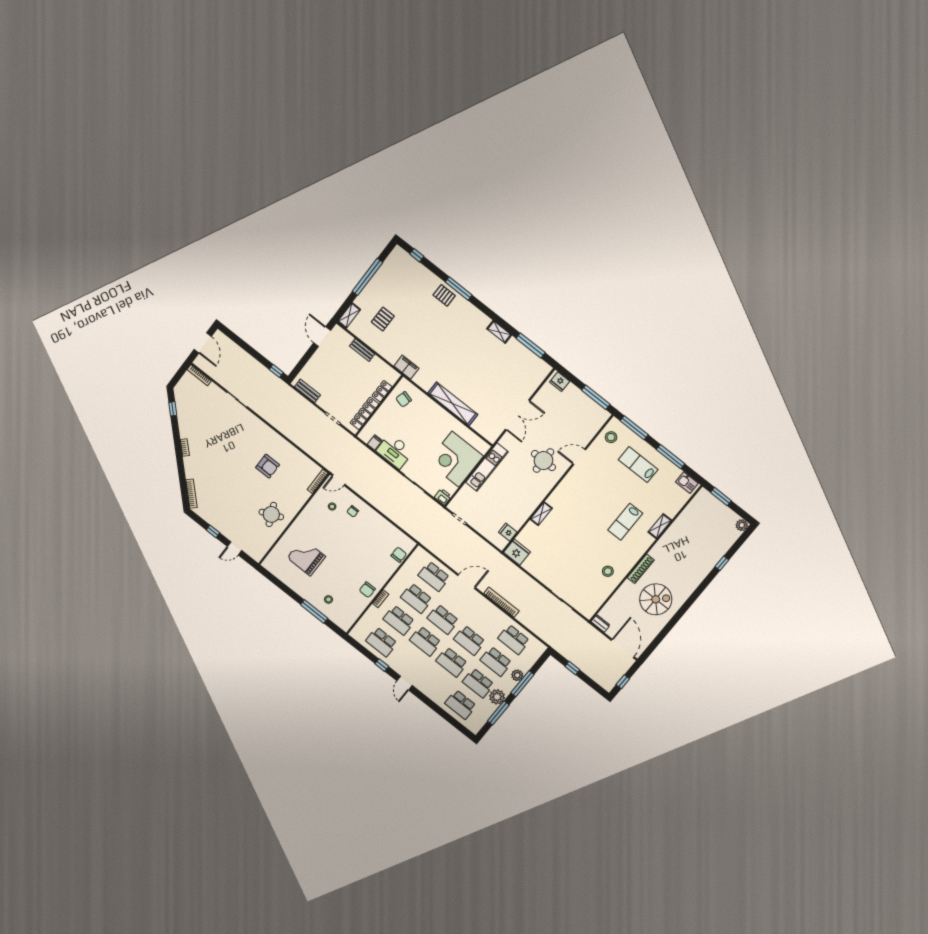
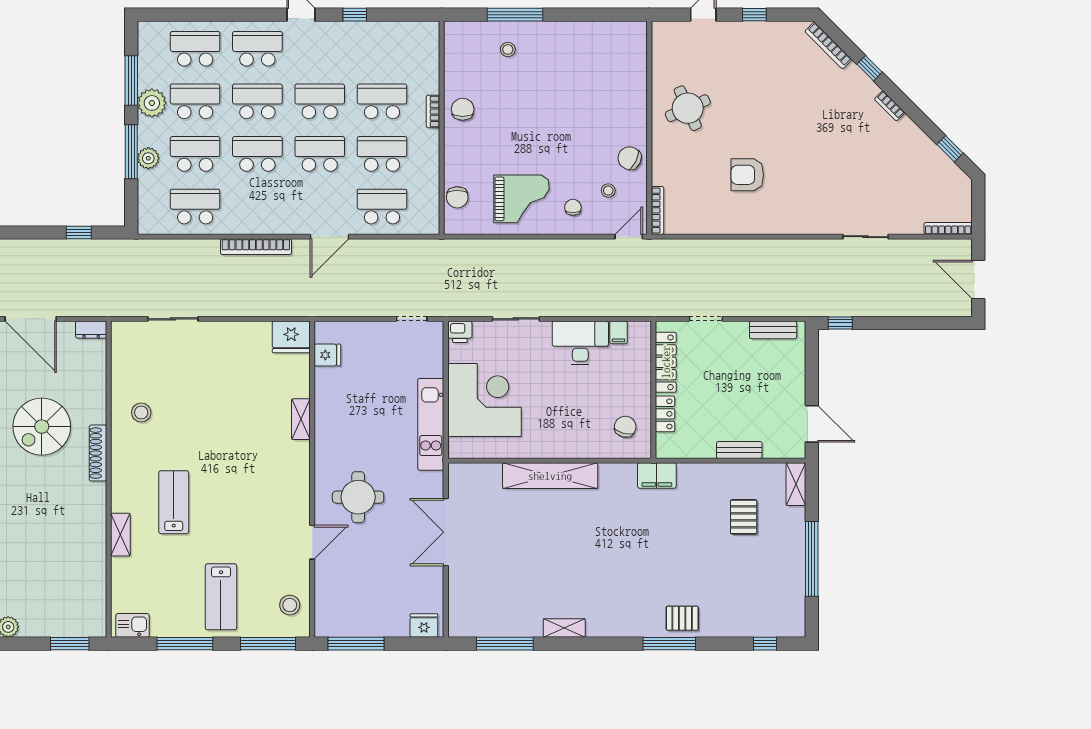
lab bench: (638, 465) -> (221, 597), turned 90
window: (181, 470) -> (870, 68), added
chair: (312, 513) -> (630, 158), added
grand piano: (306, 557) -> (522, 199), moved
school desk: (382, 642) -> (257, 49), moved

